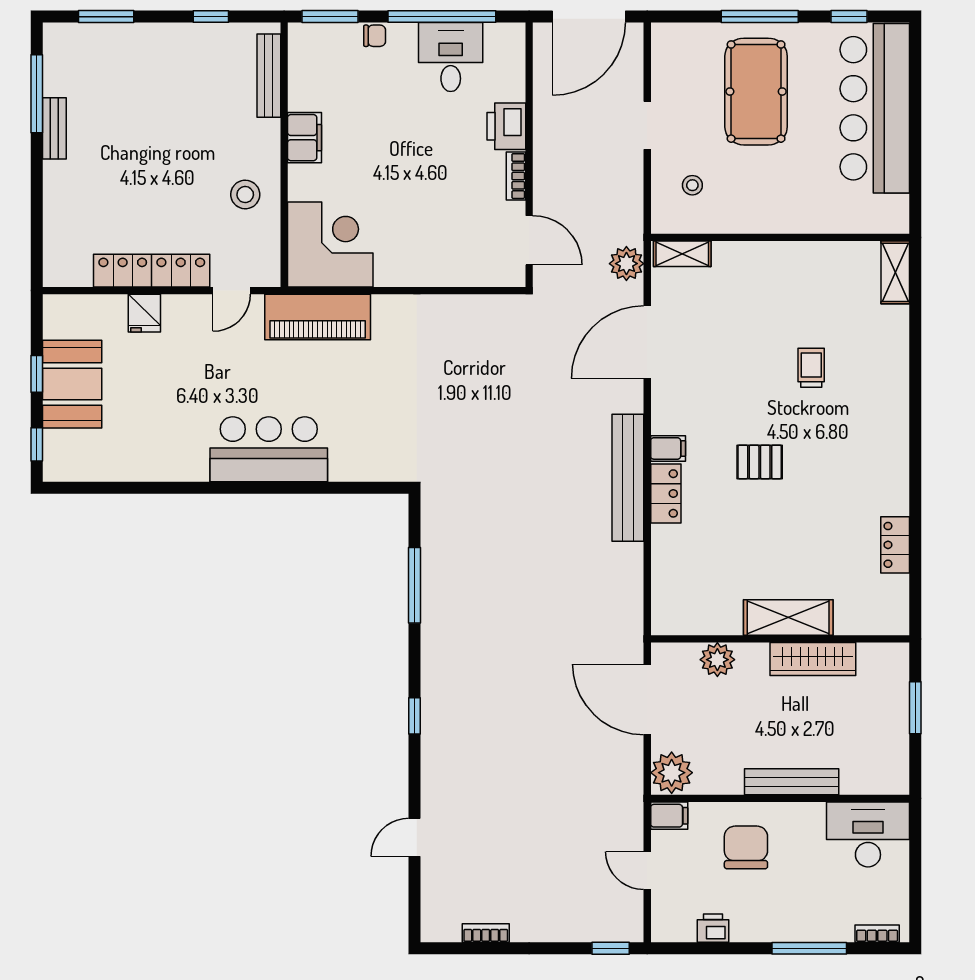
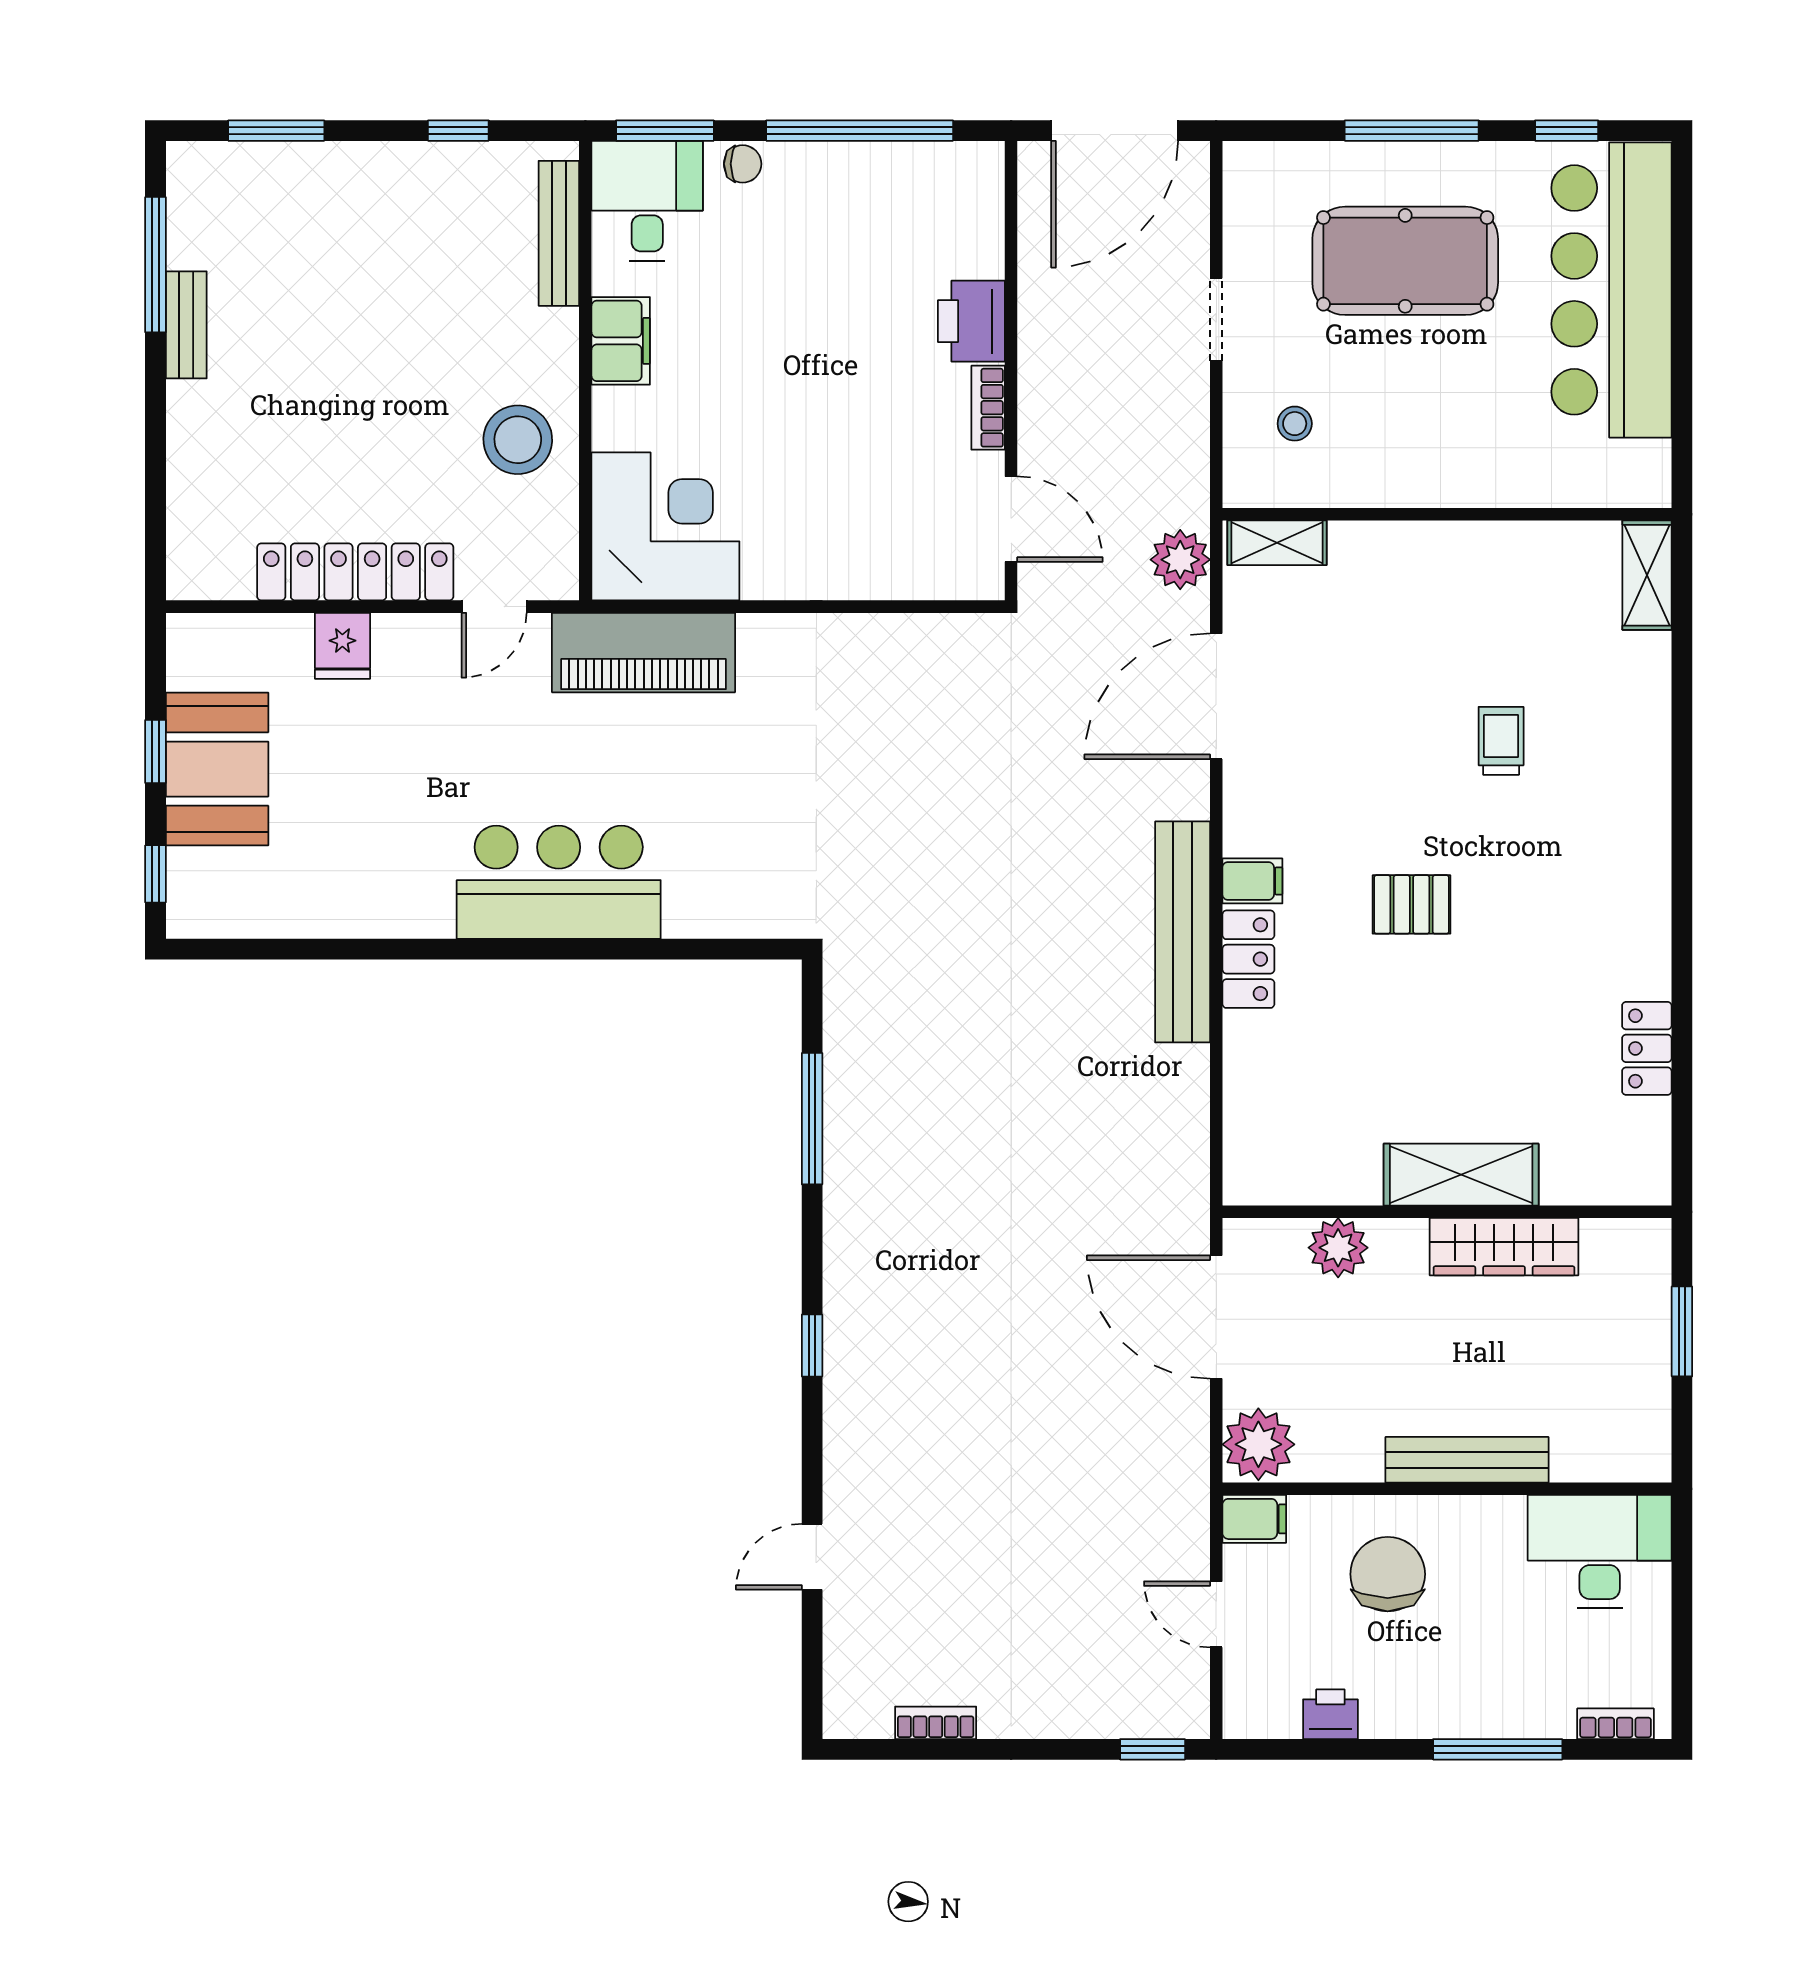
desk: (451, 57) -> (647, 201), moved
pool table: (756, 92) -> (1405, 261), turned 90
stool: (245, 195) -> (518, 440), width x1.38, depth x1.38

